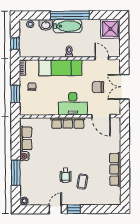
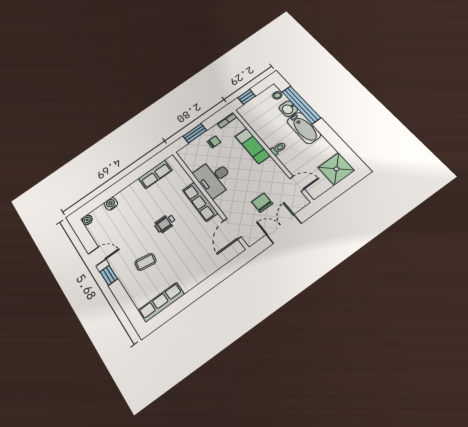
window: (70, 15) -> (301, 105), moved
door: (102, 58) -> (297, 184), hinge flipped
exam couch: (60, 68) -> (253, 146), width x0.73, depth x0.69
desk: (73, 104) -> (214, 178), moved
water cooler: (24, 156) -> (111, 204), moved
row of seats: (115, 169) -> (161, 302), moved
window: (16, 173) -> (113, 191), removed
wheelchair: (66, 175) -> (165, 223), moved

